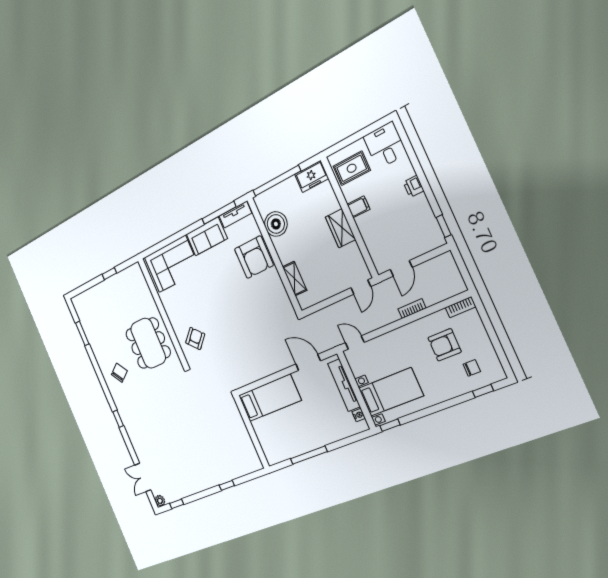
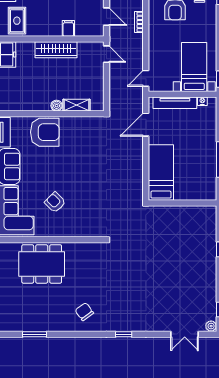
filing cabinet: (358, 207) -> (68, 28), moved
boiler: (276, 224) -> (57, 106), moved, width x0.54, depth x0.54
wardrobe: (340, 228) -> (56, 50), width x1.50
armchair: (195, 338) -> (55, 202), moved
dining table: (148, 343) -> (42, 264), moved

